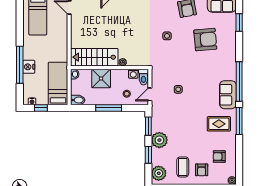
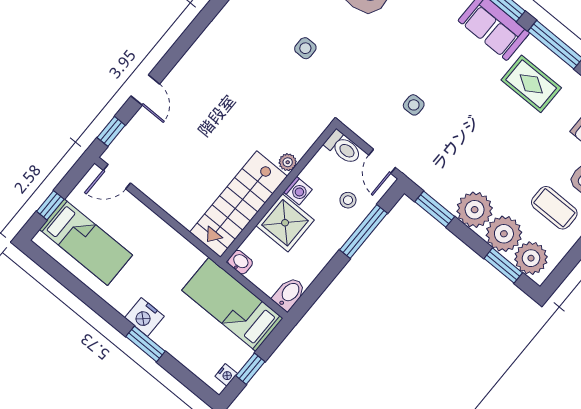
window: (20, 65) -> (145, 344), width x0.47
nightstand: (29, 67) -> (144, 317), moved
washing machine: (133, 74) -> (298, 191), moved
window: (109, 108) -> (363, 231), moved
rug: (219, 124) -> (531, 84), turned 90
window: (148, 155) -> (503, 266), moved
plant: (159, 157) -> (504, 234), added

